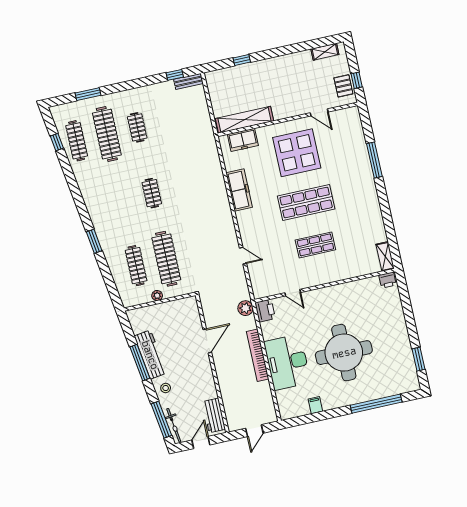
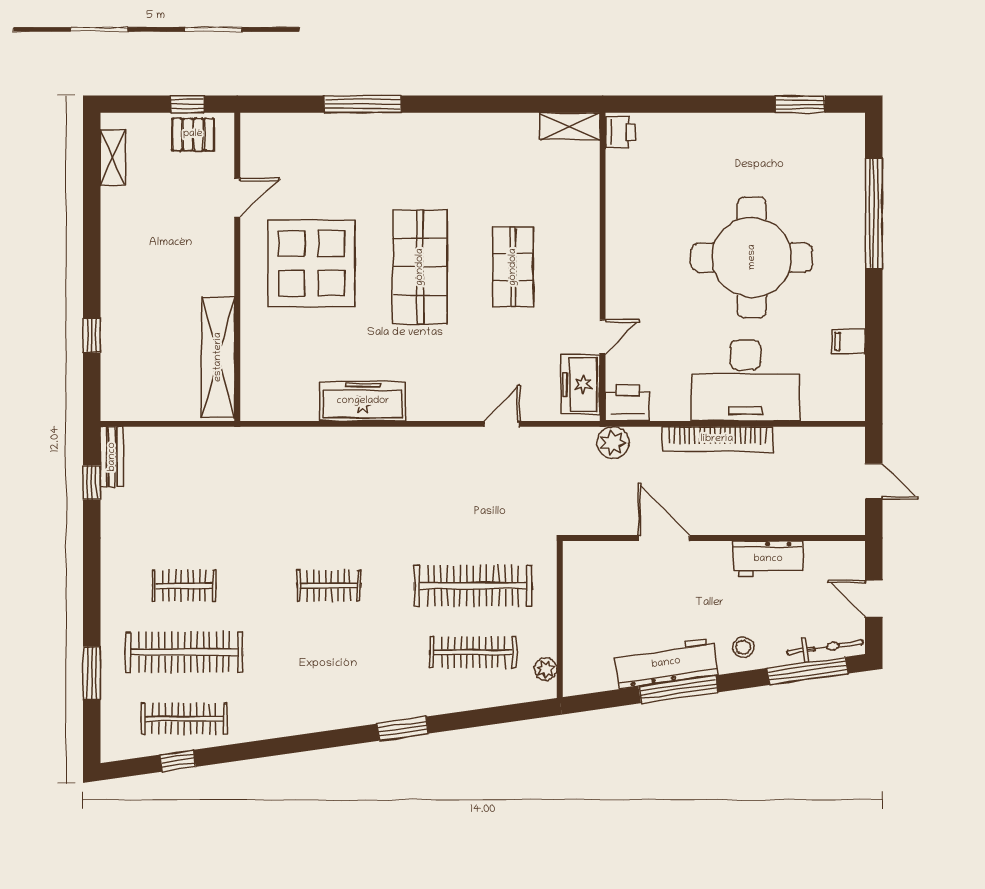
freezer: (243, 140) -> (580, 384), moved, turned 180
plant: (157, 296) -> (546, 669), moved
workbench: (214, 415) -> (768, 559), moved

